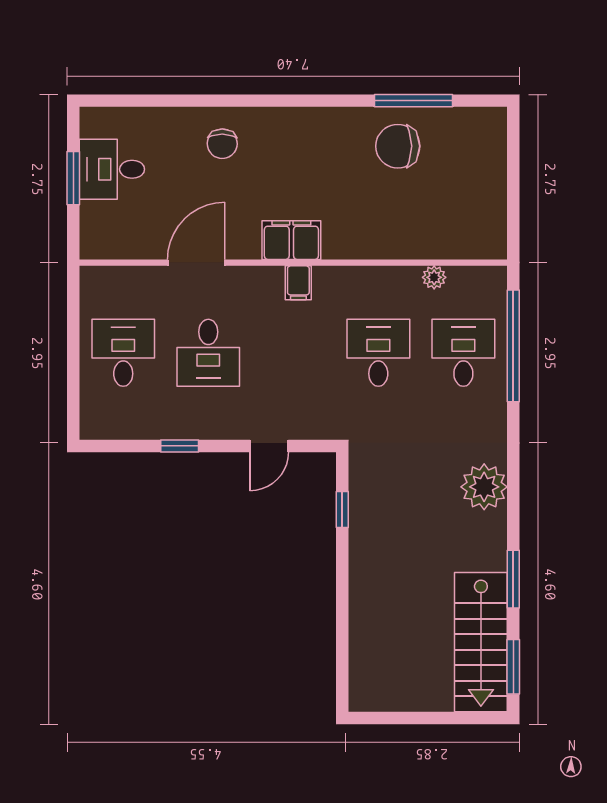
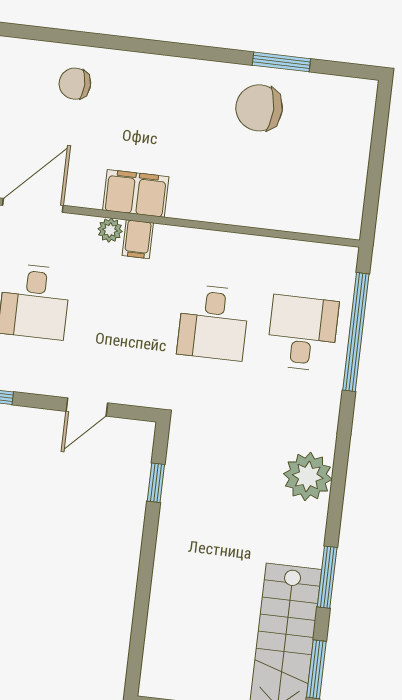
window: (414, 101) -> (281, 62), width x0.69
chair: (222, 144) -> (75, 84), turned 89
plant: (434, 277) -> (110, 230), moved
desk: (378, 353) -> (213, 323), turned 180

